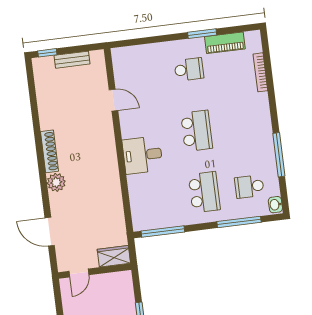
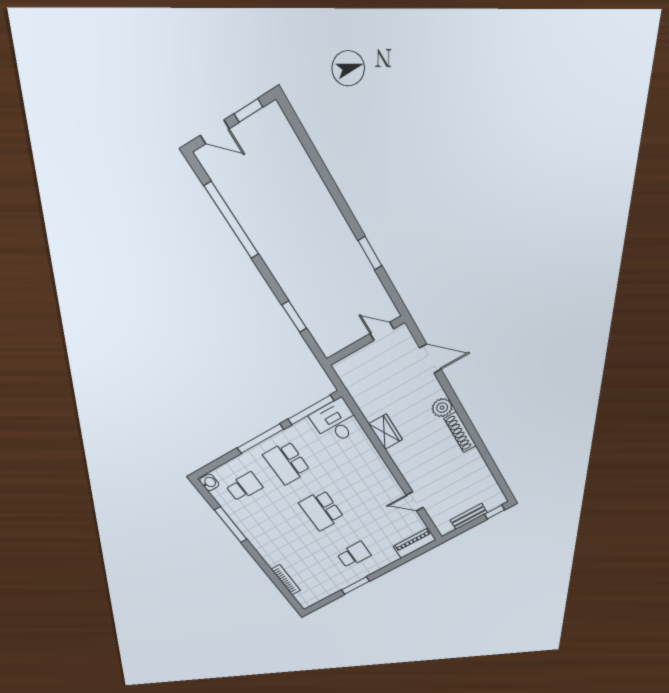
piano: (225, 43) -> (415, 543), moved
school desk: (189, 69) -> (354, 555), turned 180
desk: (143, 155) -> (335, 422), moved, turned -90
window: (239, 222) -> (260, 439), moved
wardrobe: (114, 256) -> (386, 432), moved, turned -90
door: (79, 273) -> (382, 331), hinge flipped

